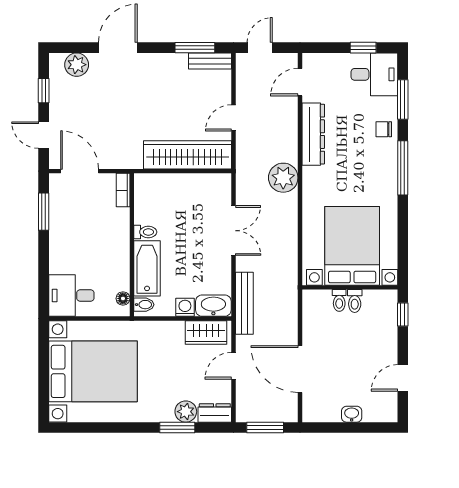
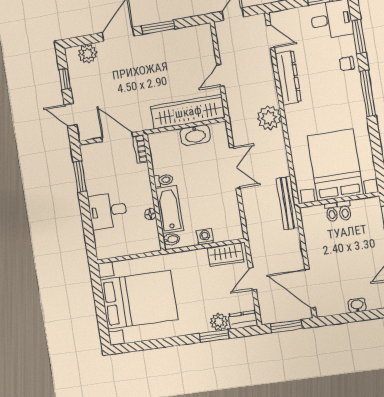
window: (195, 48) -> (158, 27), moved
bench: (210, 61) -> (194, 32), removed
door: (300, 82) -> (270, 37), swing flipped
door: (80, 171) -> (117, 137), moved
desk: (71, 296) -> (108, 211), moved
floor lamp: (123, 298) -> (150, 214), moved
bench: (244, 303) -> (287, 203), moved
washbasin: (213, 306) -> (195, 135), moved, turned 180
door: (300, 369) -> (310, 289), moved

